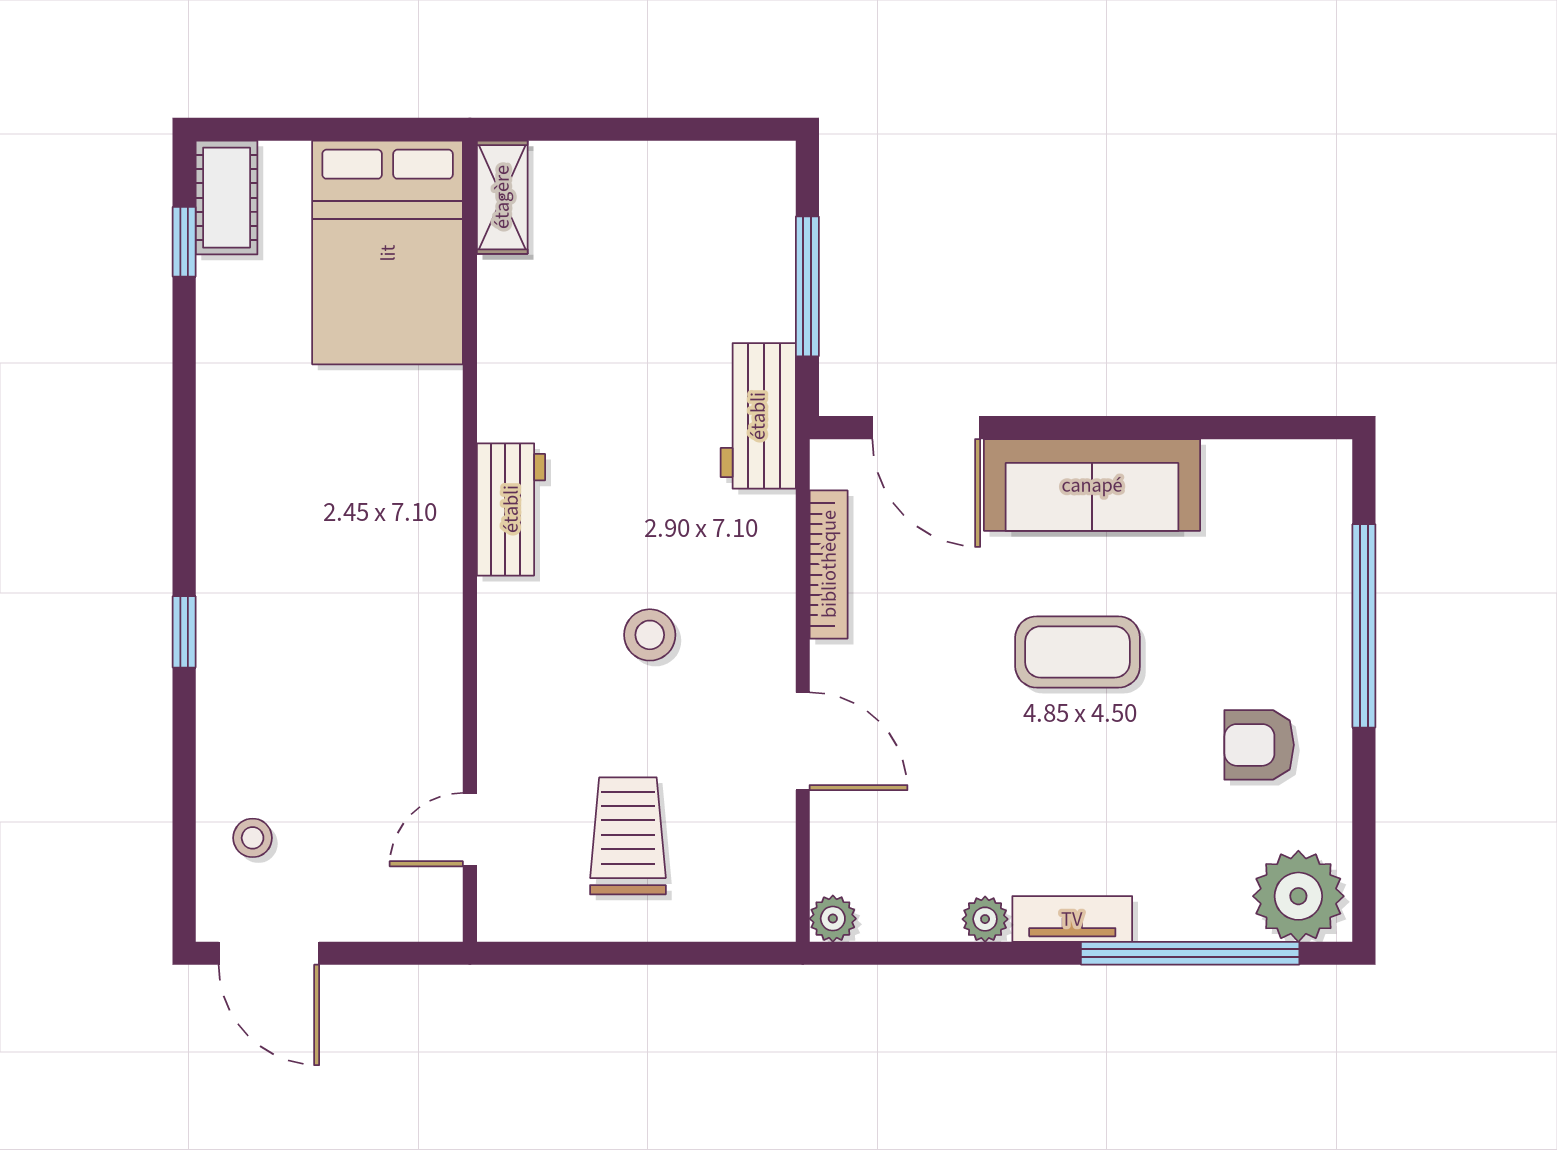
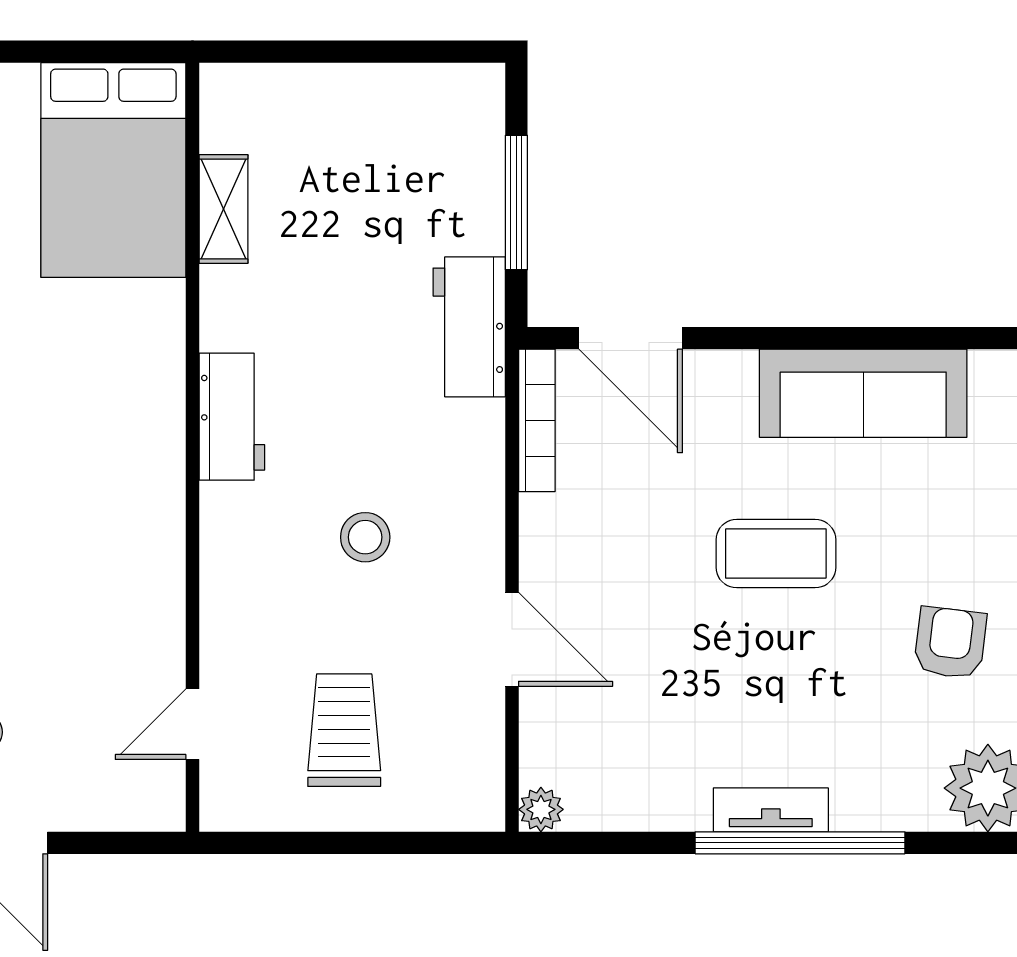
shelving: (502, 197) -> (223, 209), moved
sofa: (1092, 485) -> (863, 393), moved
bookcase: (829, 564) -> (537, 420), moved
armchair: (1259, 745) -> (950, 643), turned 97
plant: (985, 919) -> (687, 810), removed
window: (1190, 953) -> (800, 843), moved

